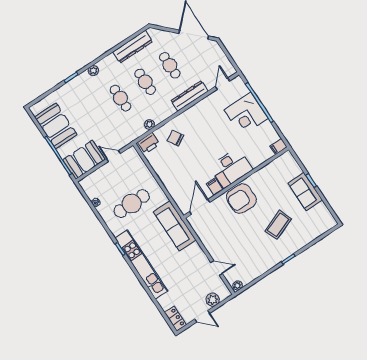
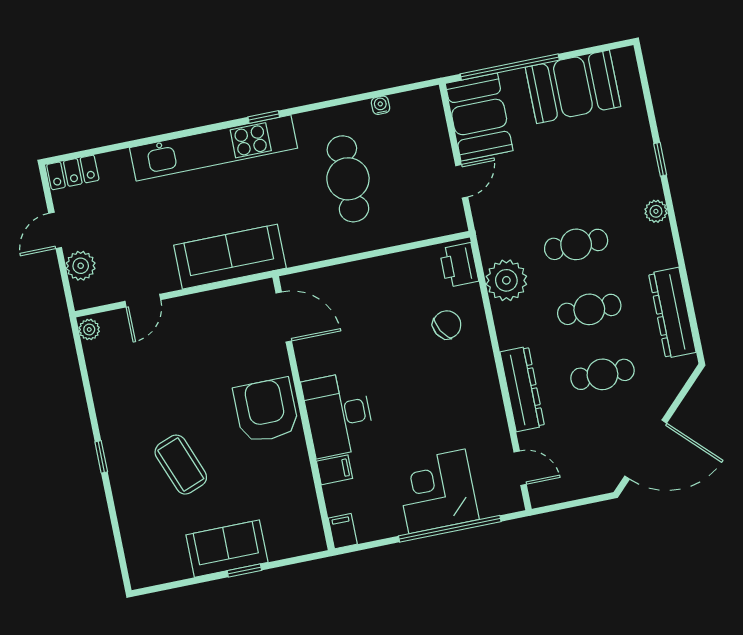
plant: (149, 125) -> (506, 280), width x1.87, depth x1.87
filing cabinet: (215, 187) -> (335, 470), moved
sofa: (175, 226) -> (230, 257), moved

